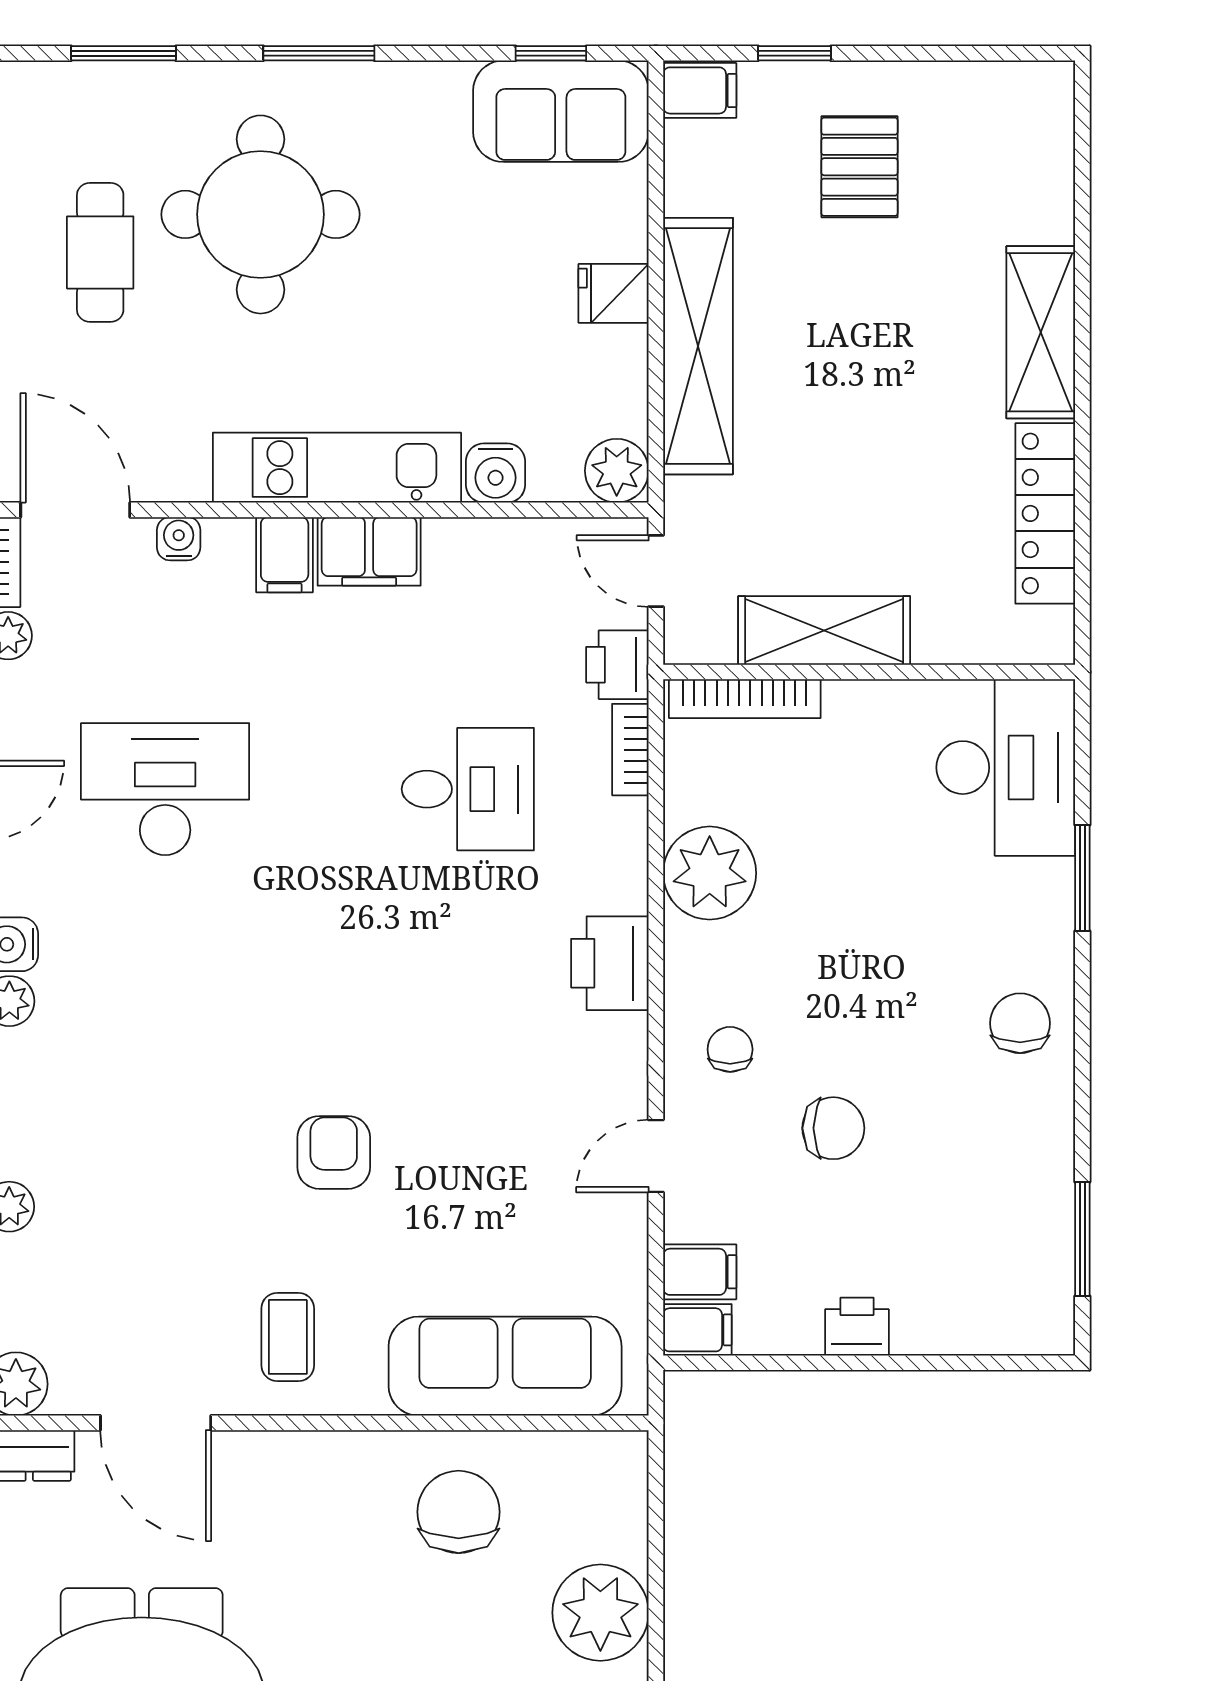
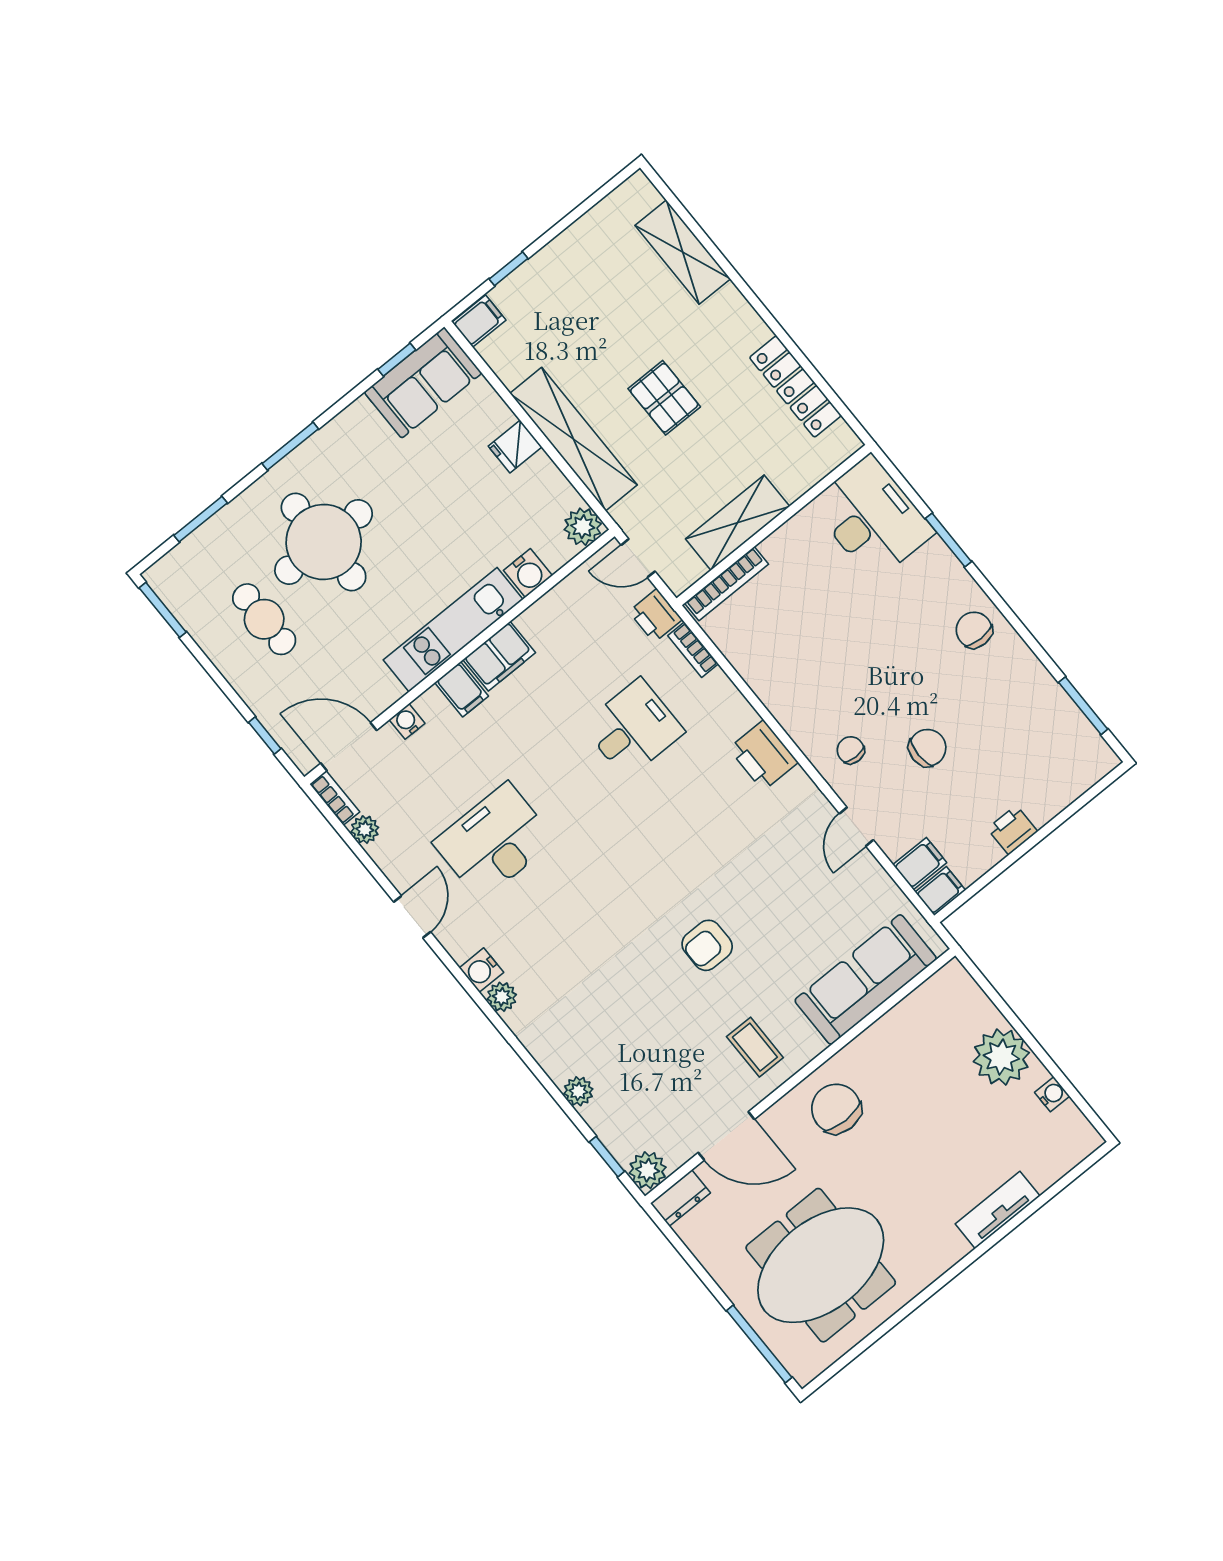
pallet: (859, 167) -> (664, 398), moved
shelving: (1041, 332) -> (683, 252), moved
plant: (710, 873) -> (775, 677), removed
armchair: (334, 1152) -> (707, 945), turned -90
chair: (459, 1512) -> (836, 1109), moved

